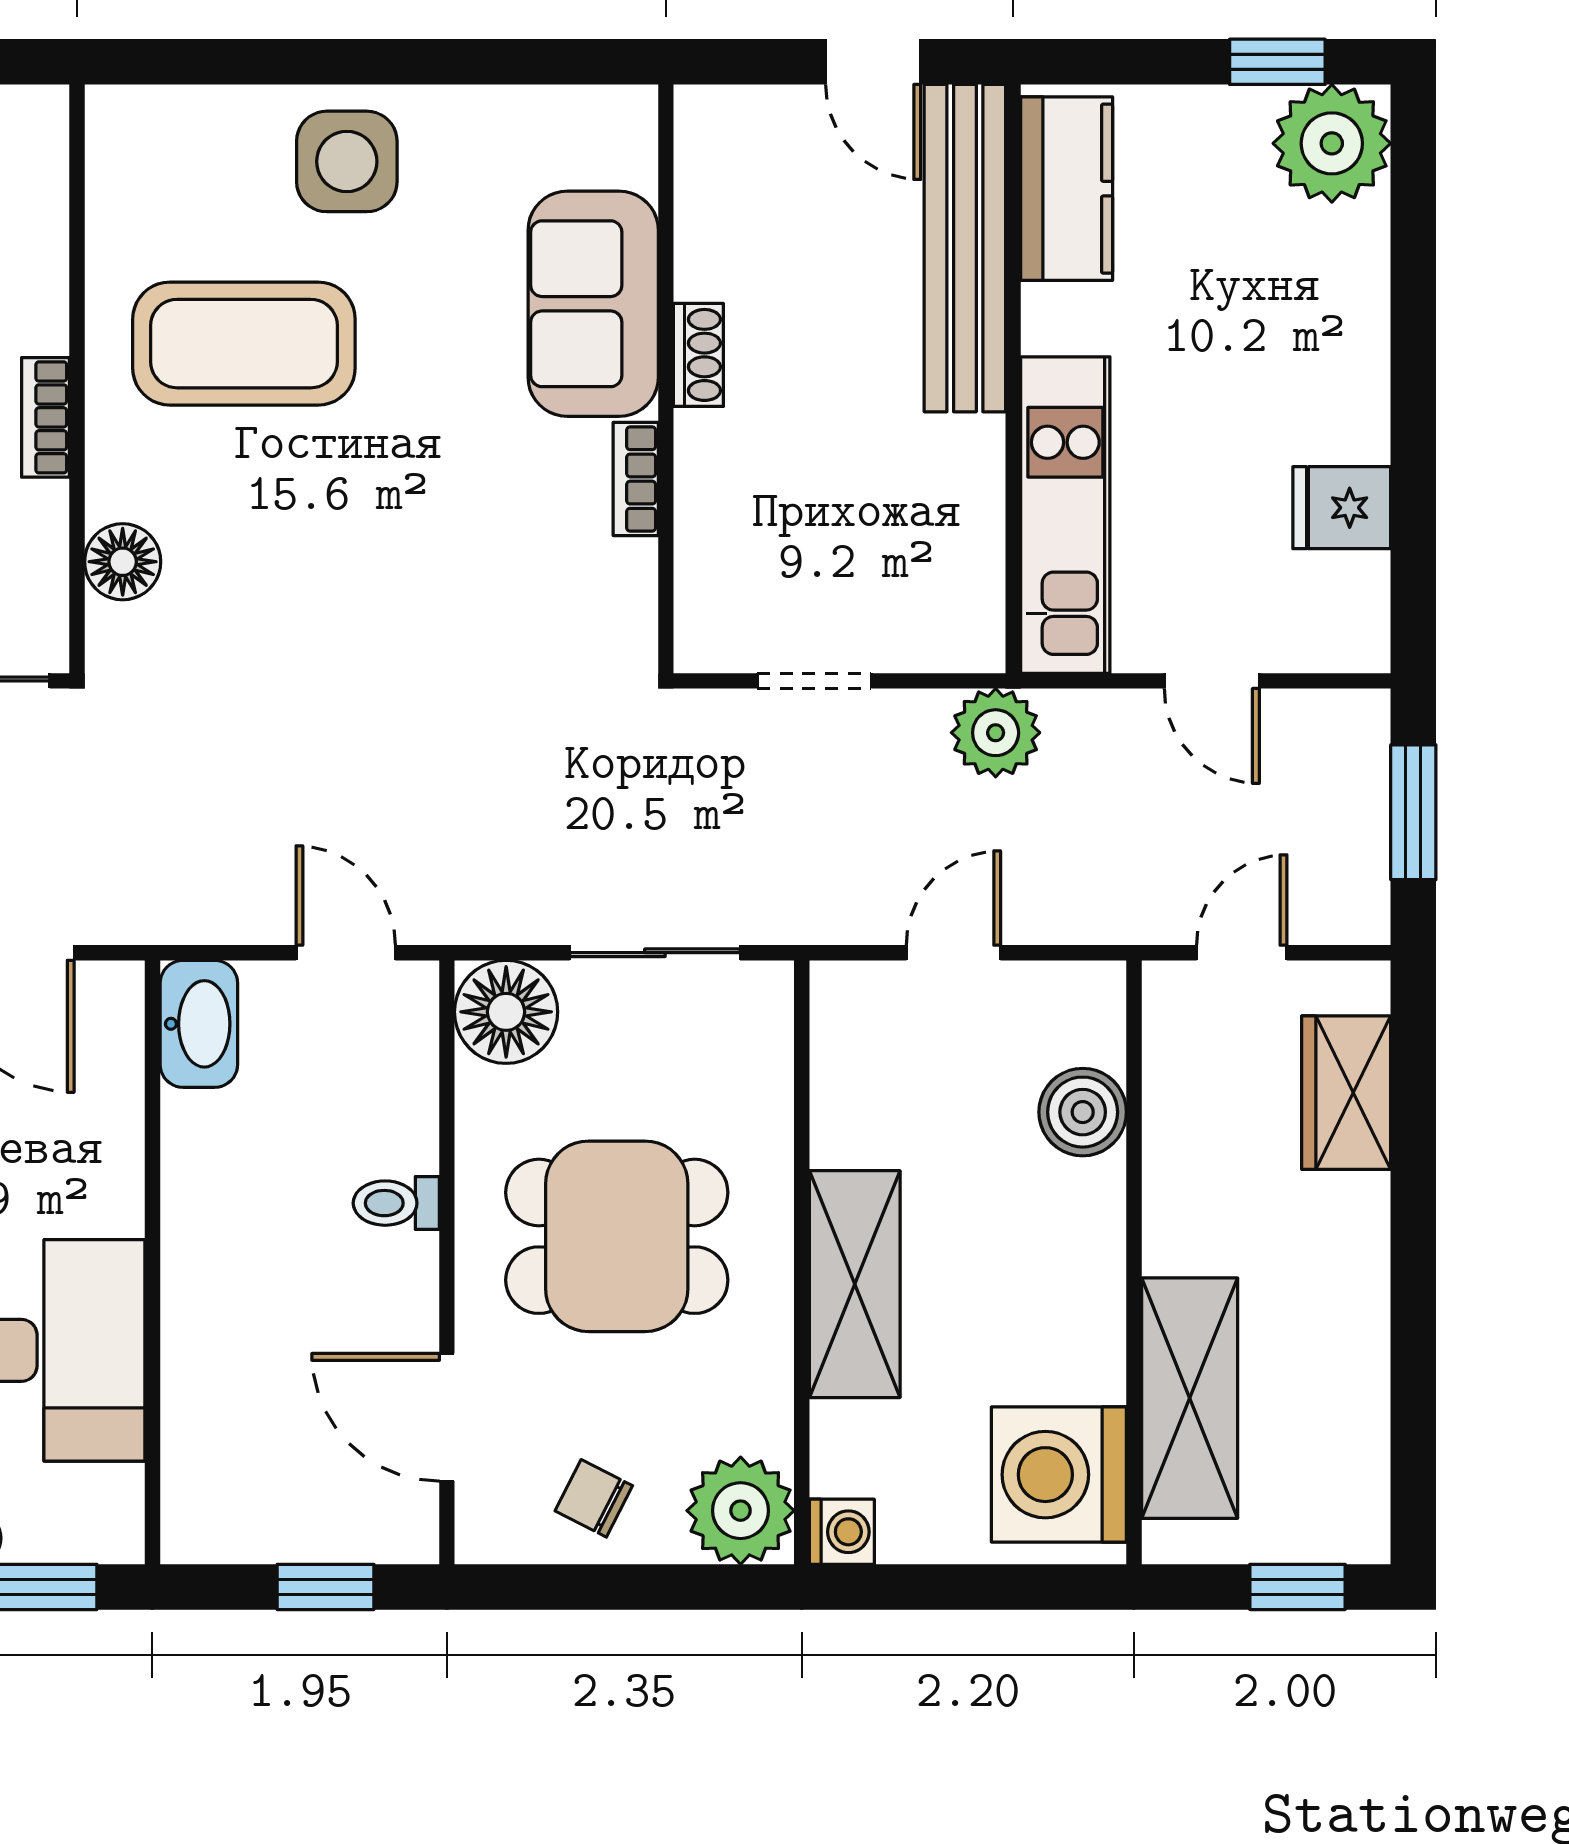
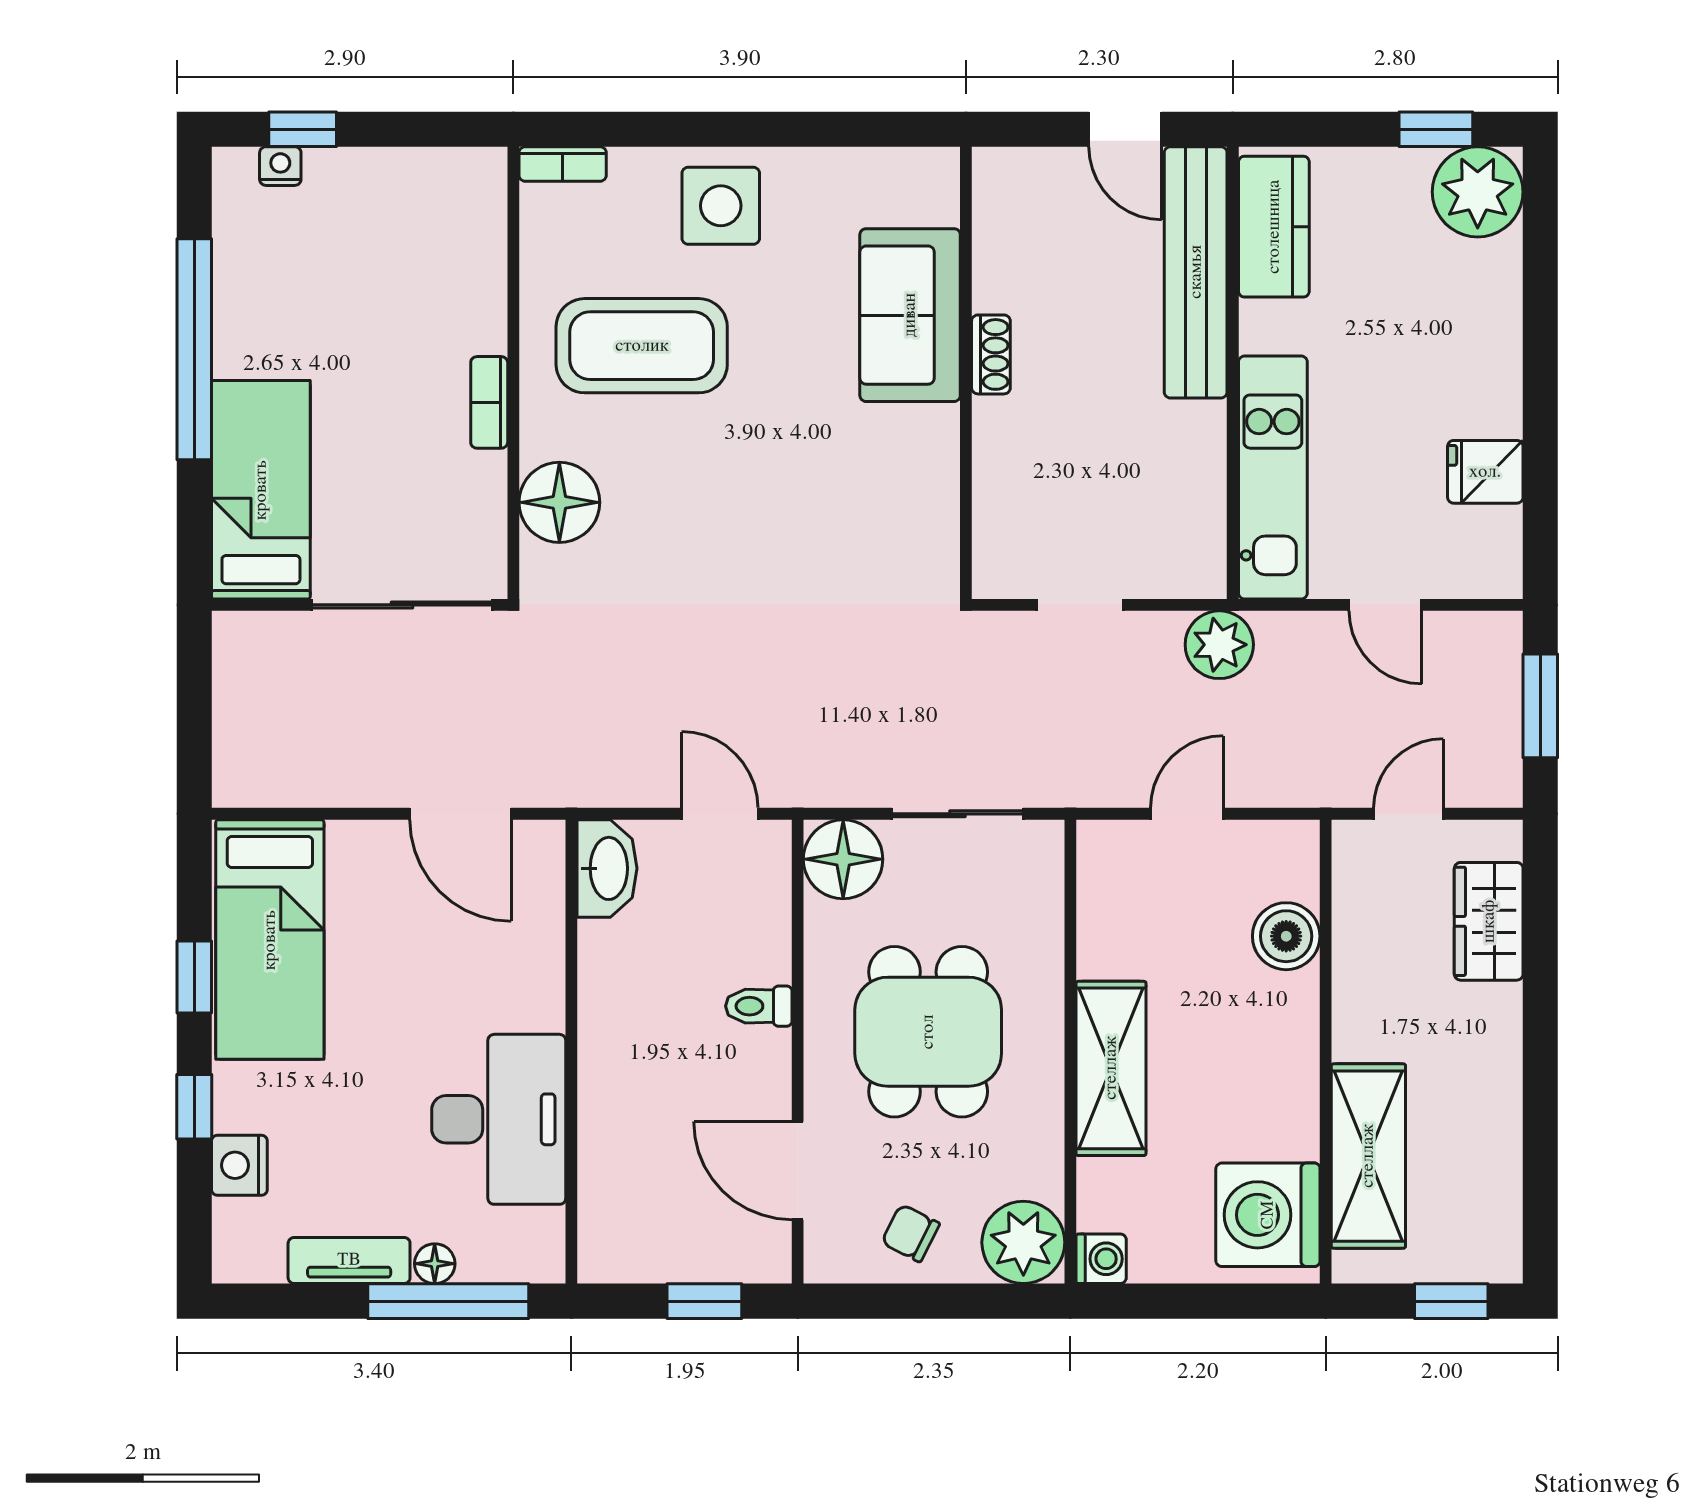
bookcase: (636, 479) -> (563, 164), moved, turned -90
floor lamp: (123, 562) -> (559, 502), width x1.38, depth x1.38
dining table: (617, 1236) -> (928, 1032), turned 90

